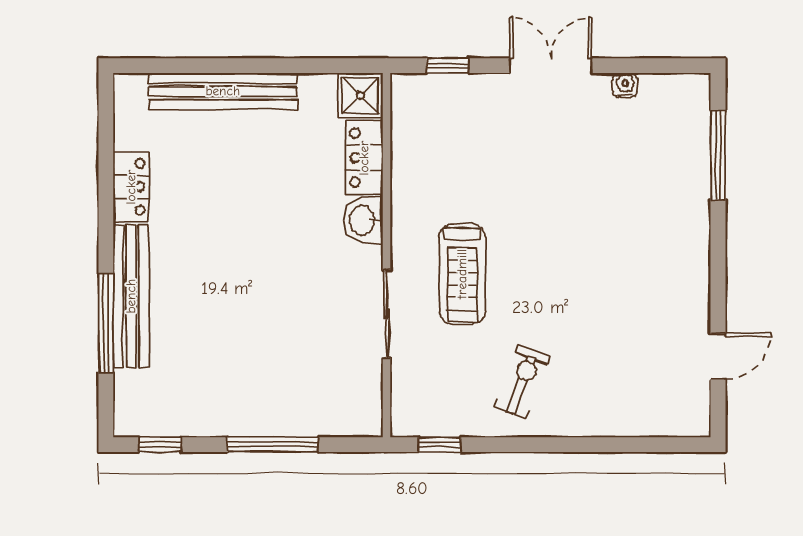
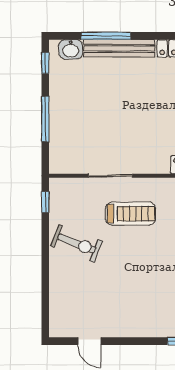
washbasin: (363, 221) -> (71, 49), moved, turned 180
treadmill: (462, 274) -> (130, 214), turned 180
exercise bike: (522, 382) -> (77, 243), width x1.38, depth x1.39

